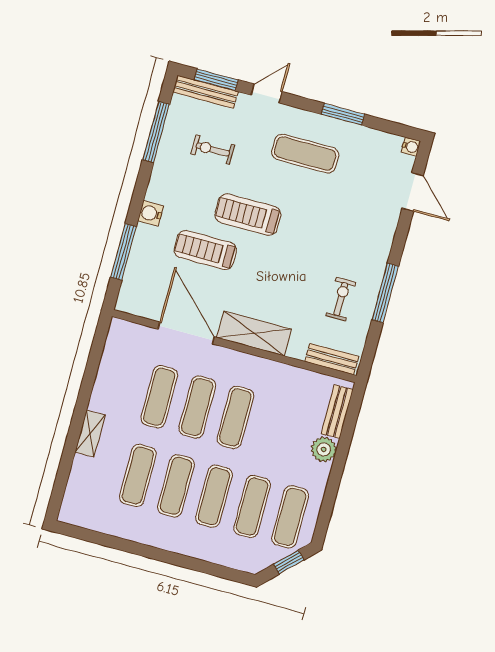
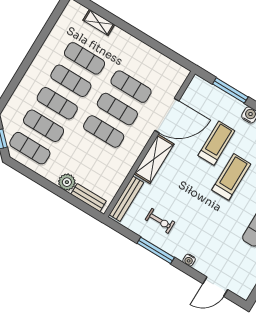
water cooler: (411, 147) -> (189, 260), moved
bench: (332, 359) -> (126, 199), width x1.36
shelving: (90, 434) -> (99, 22), moved

